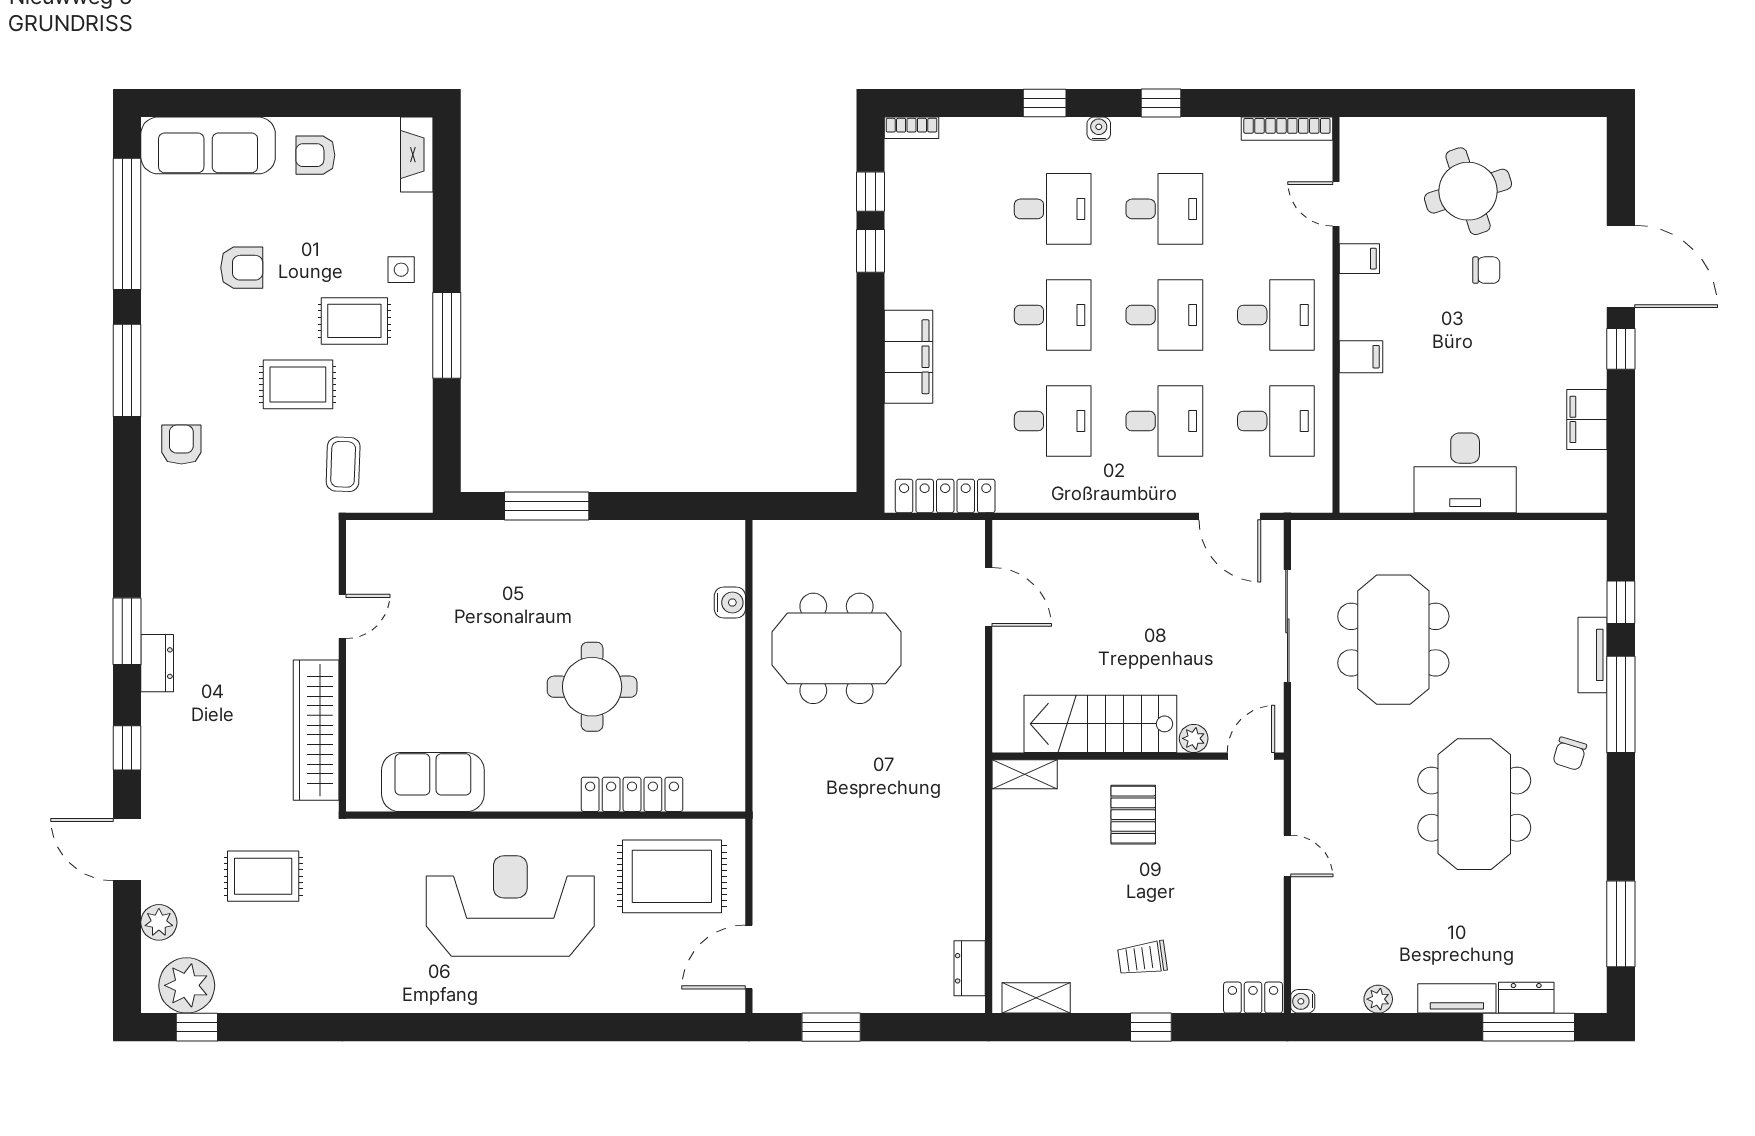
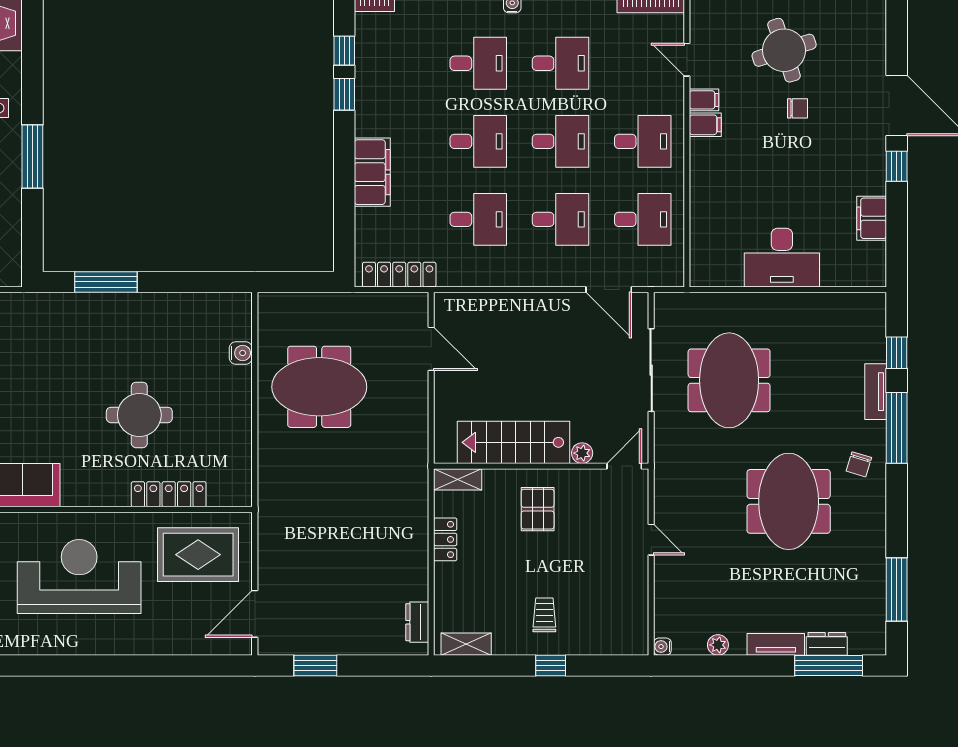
filing cabinet: (1361, 357) -> (705, 125), moved
trolley: (1142, 958) -> (544, 615), turned 98
locker: (1253, 998) -> (445, 539), moved, turned 90

